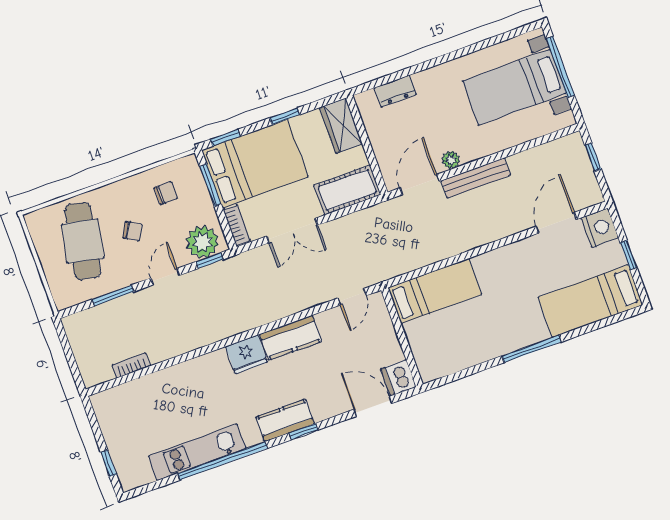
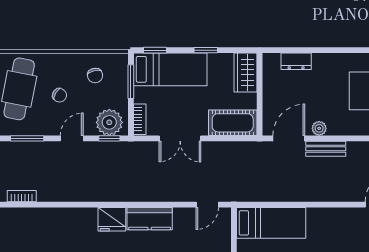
bed: (255, 164) -> (170, 69), width x0.67
bench: (476, 178) -> (326, 149), width x0.73
chair: (166, 193) -> (95, 75), turned 77

